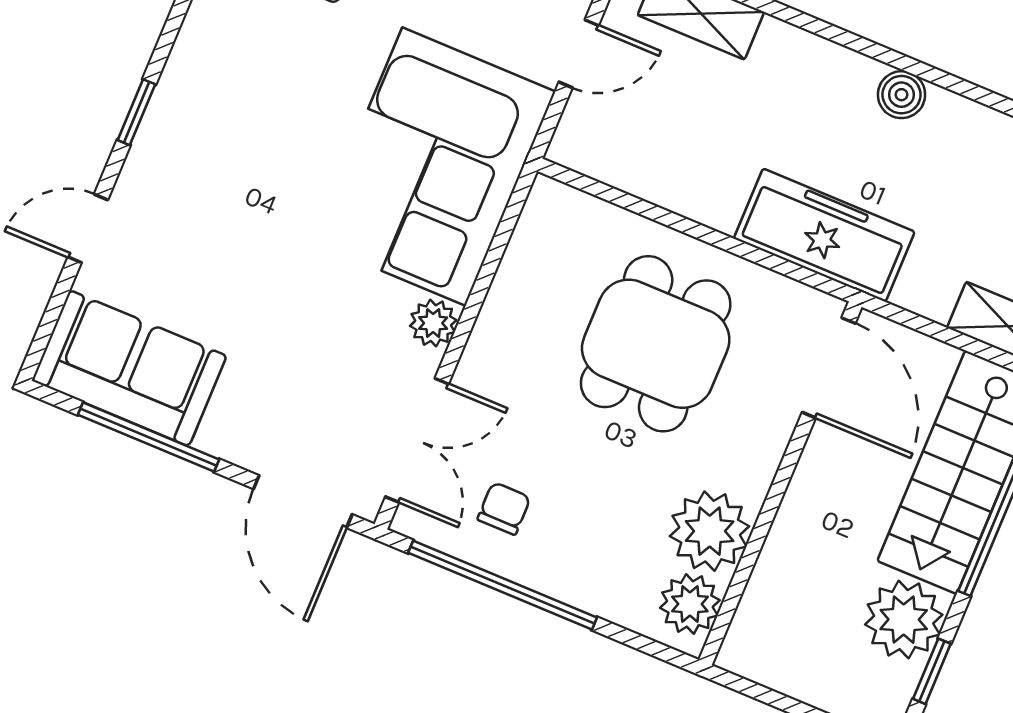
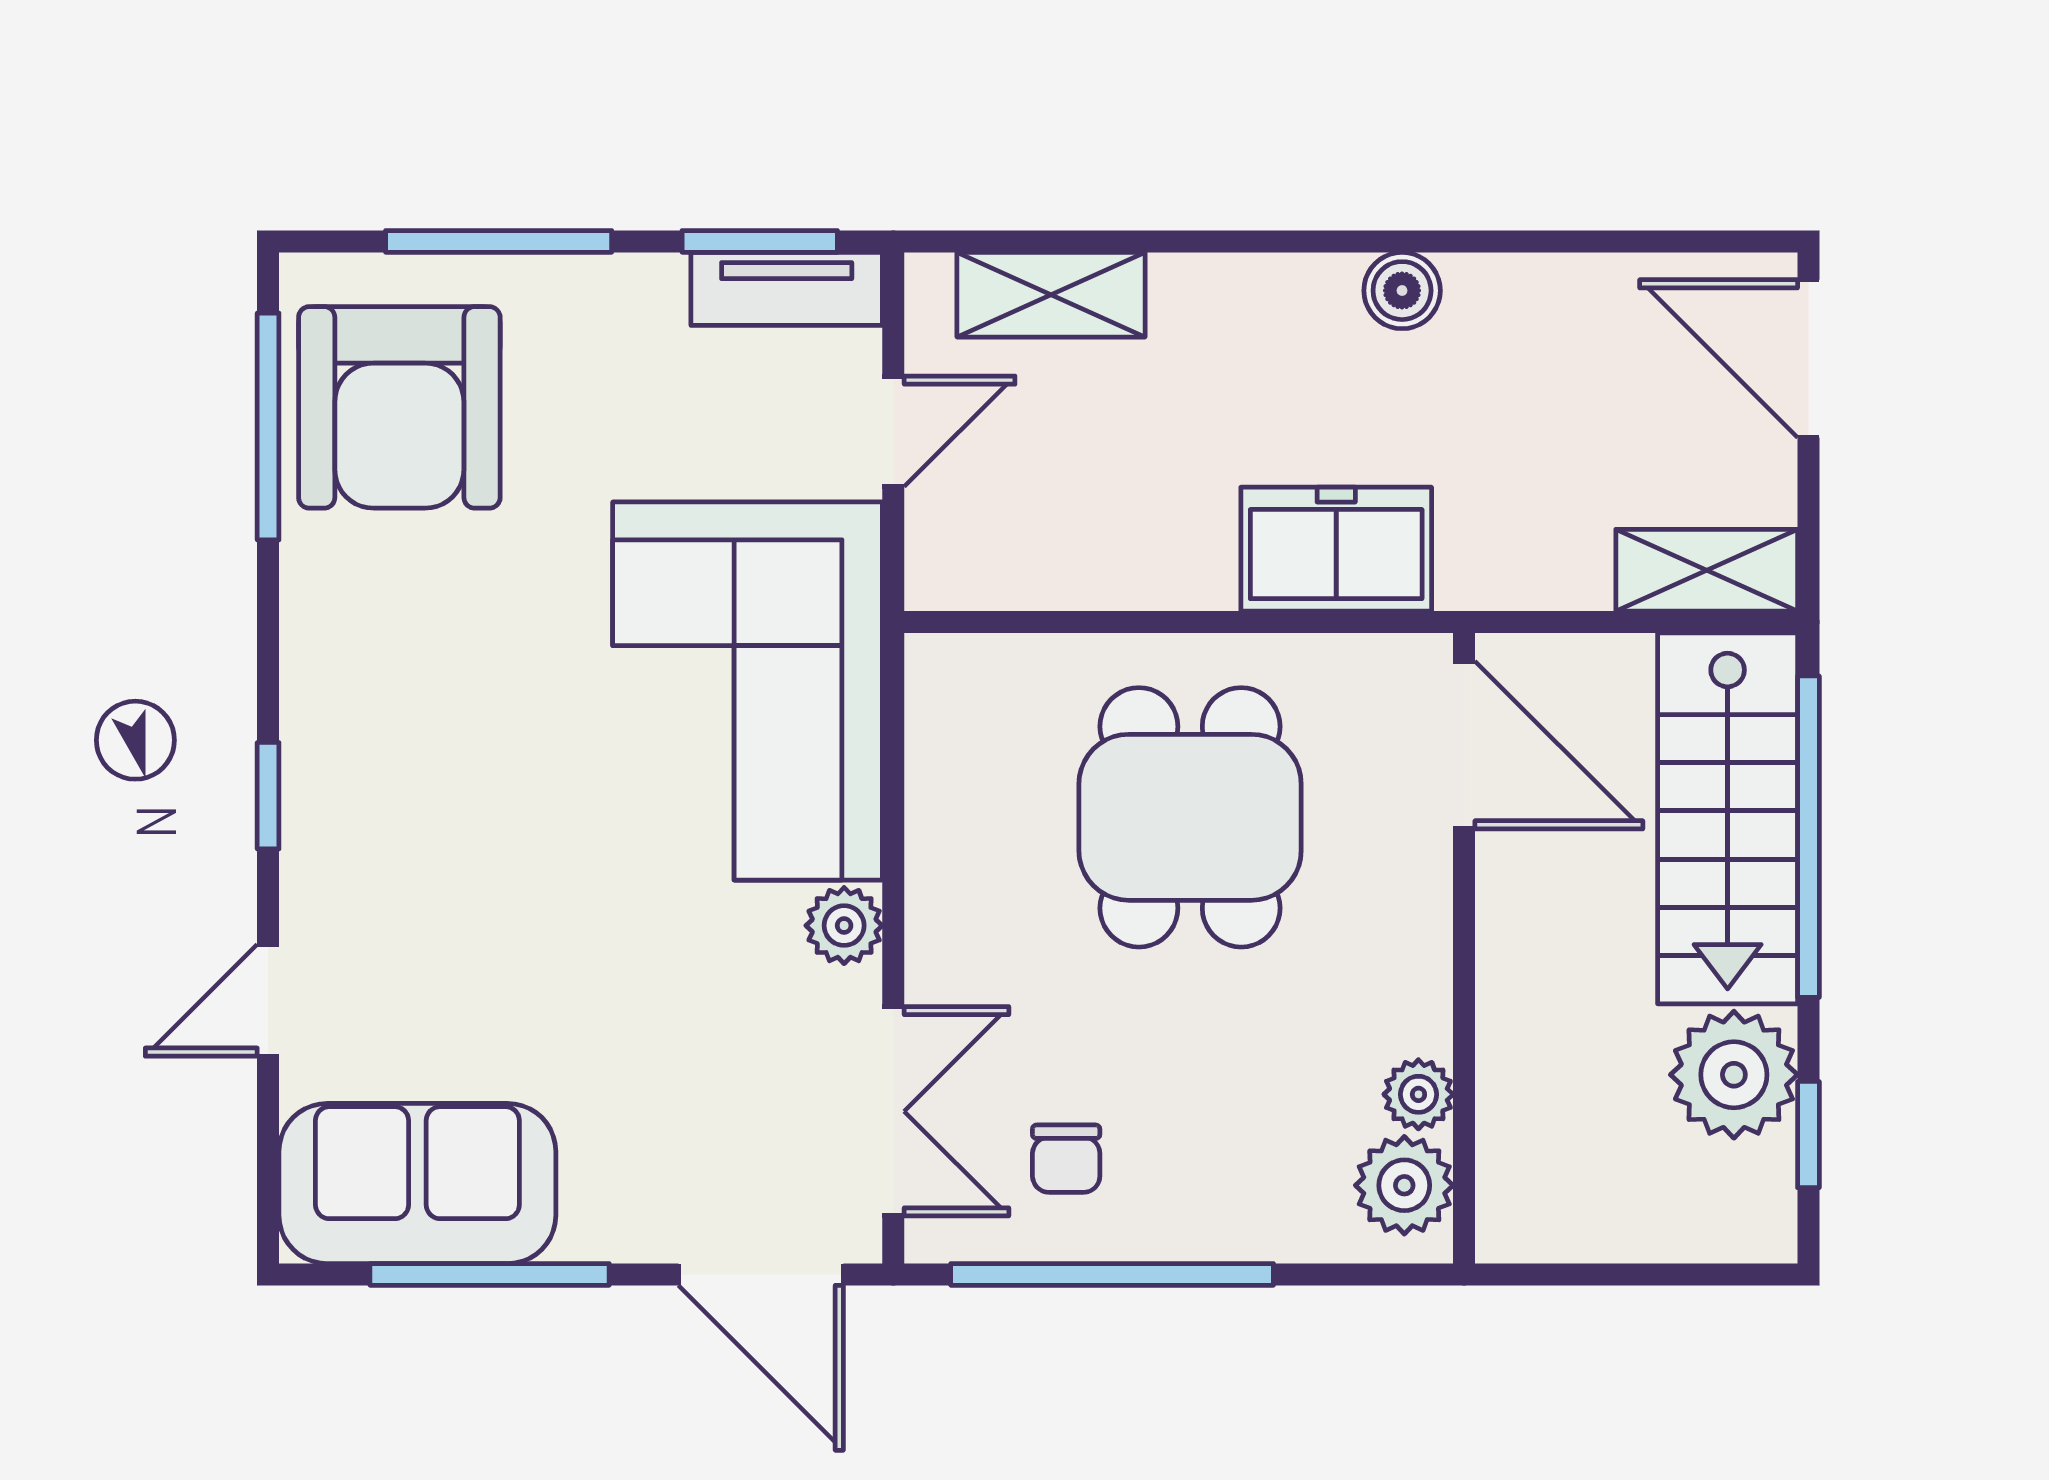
freezer: (824, 235) -> (1336, 549), width x0.71
chair: (504, 508) -> (1066, 1159), turned 180
plant: (710, 531) -> (1418, 1094), width x0.53, depth x0.53

